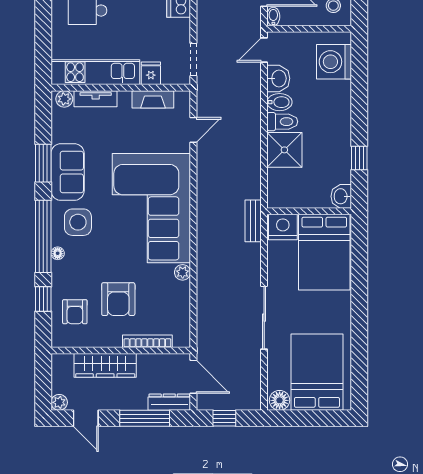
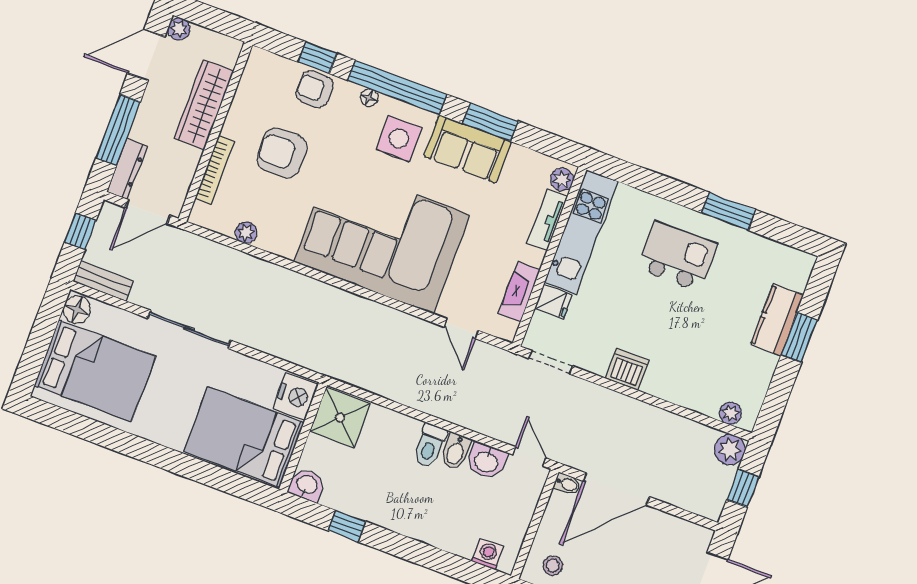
washing machine: (334, 62) -> (488, 554), width x0.53, depth x0.53
shower: (284, 150) -> (340, 418), moved
bench: (253, 221) -> (103, 281), moved
plant: (183, 272) -> (246, 233), moved
armchair: (75, 312) -> (315, 89), moved
door: (86, 418) -> (146, 55), width x1.38

